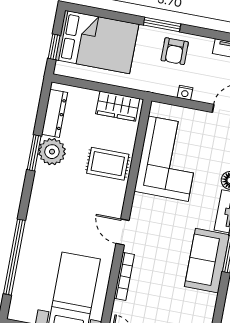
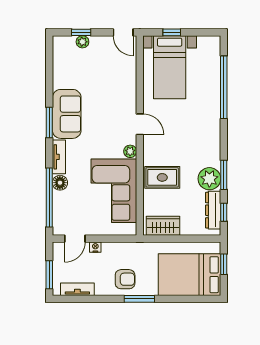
armchair: (175, 51) -> (125, 279), turned 90
nightstand: (185, 93) -> (95, 247), moved
window: (42, 109) -> (224, 212), added
plant: (140, 202) -> (130, 151), added
bookcase: (124, 276) -> (132, 88), removed

